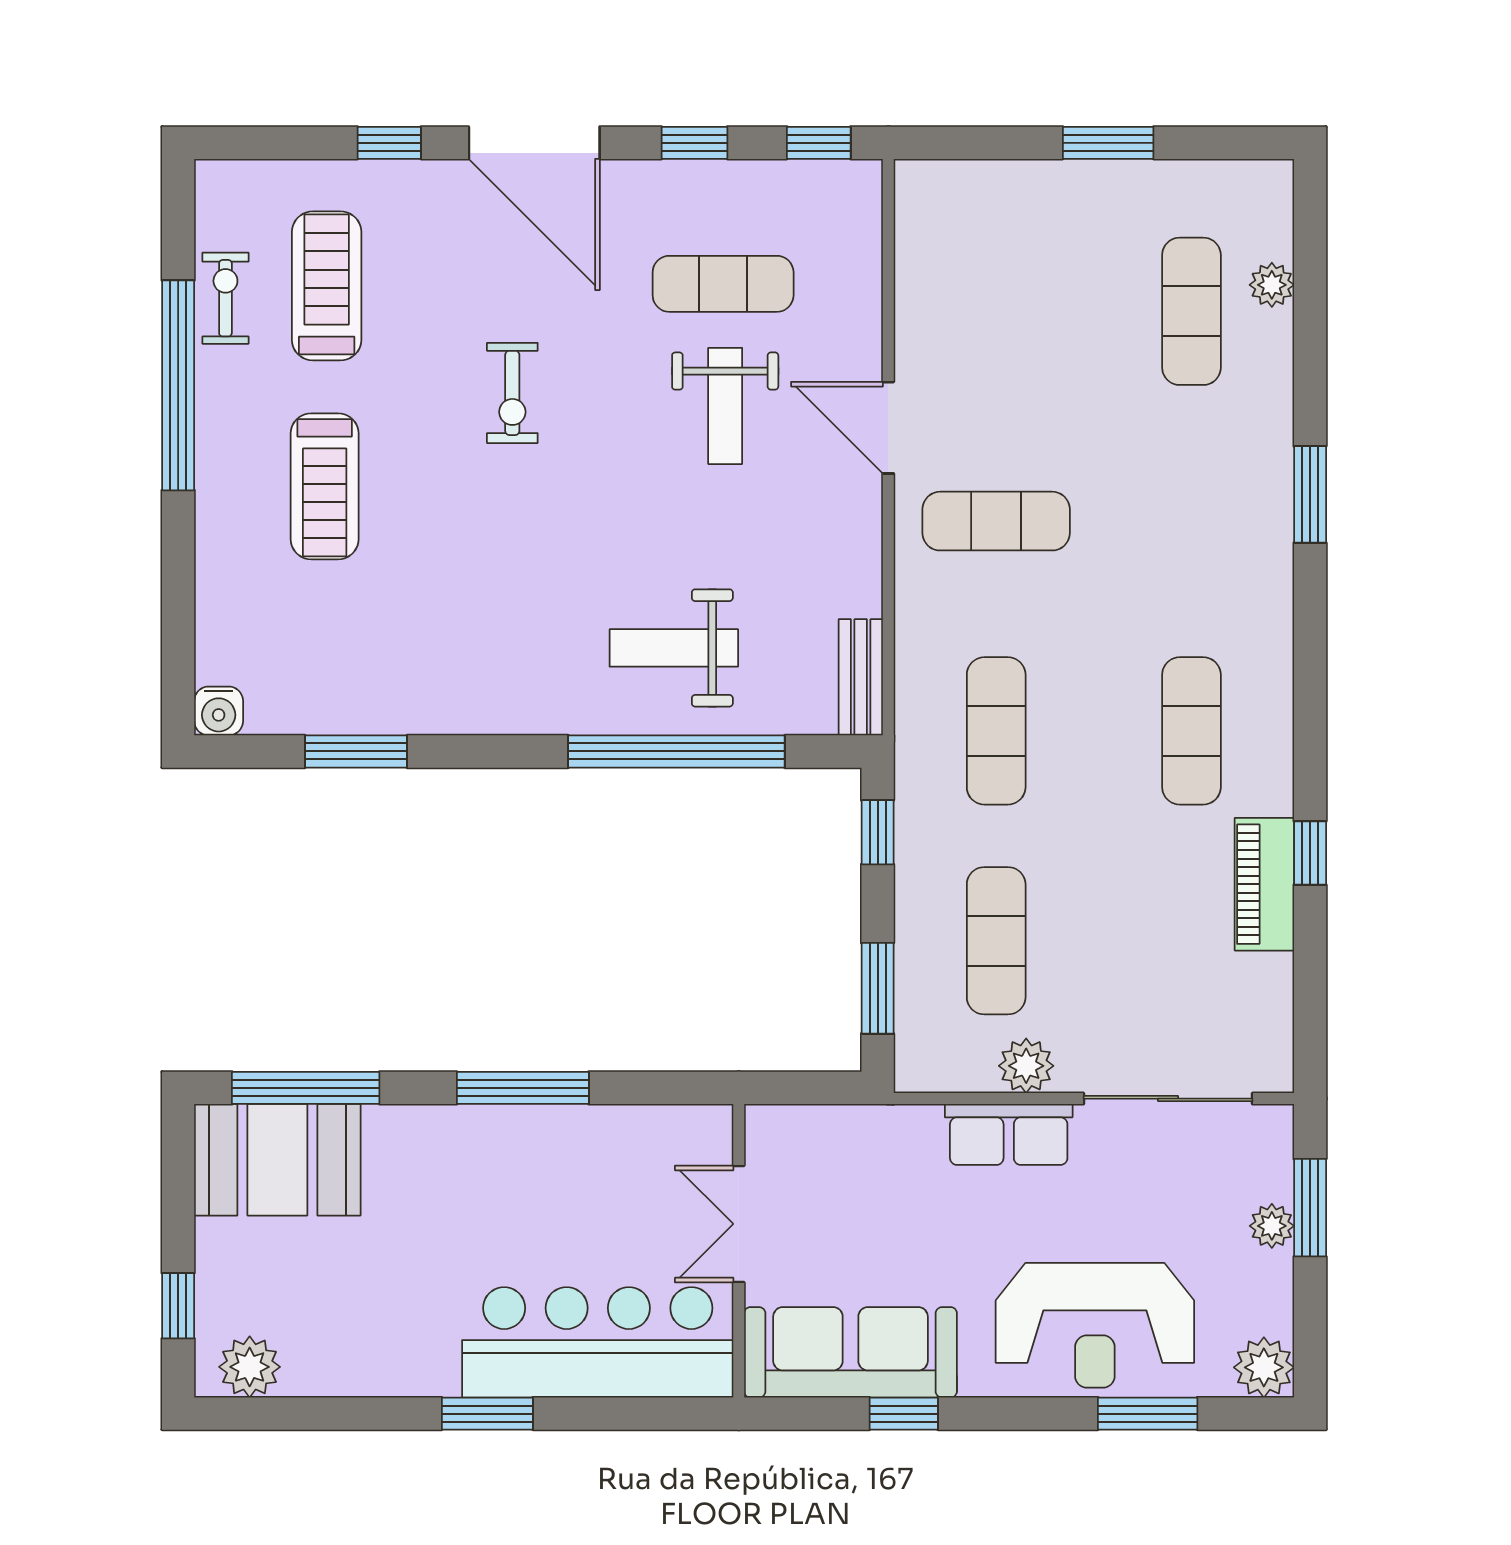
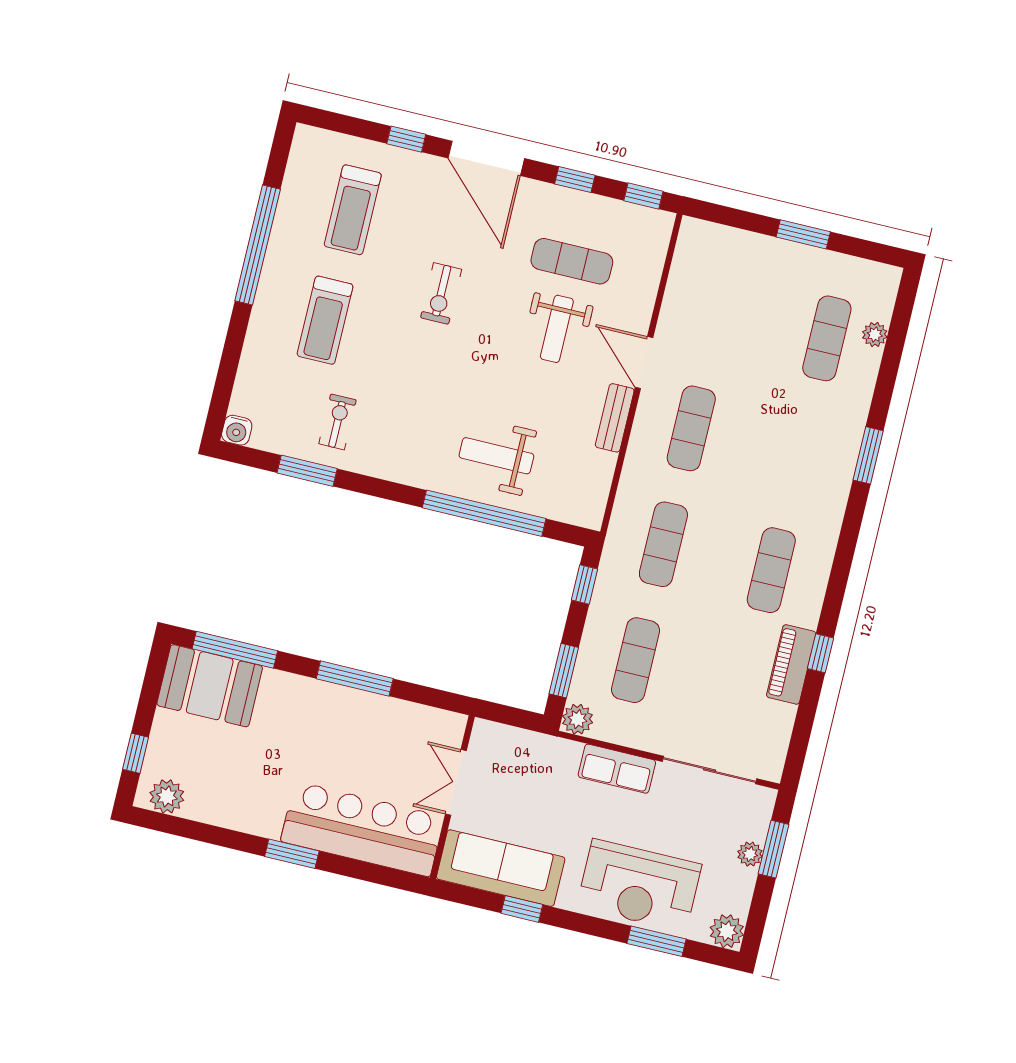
treadmill: (327, 286) -> (353, 210), turned 180
exercise bike: (225, 298) -> (338, 422), moved
exercise mat: (996, 521) -> (691, 428), turned 90
bench: (861, 677) -> (615, 418), moved
plant: (1026, 1066) -> (578, 719), moved

